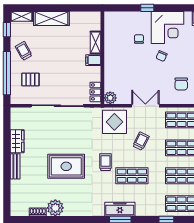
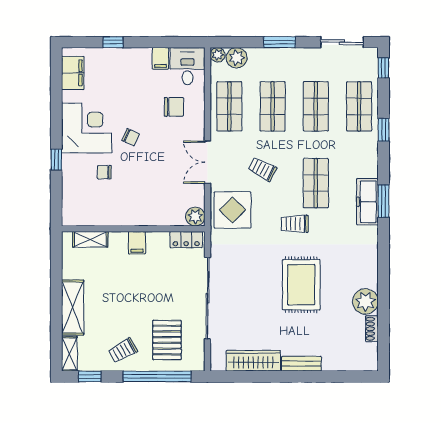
shelving: (96, 42) -> (90, 239), moved
pallet: (30, 79) -> (167, 340), width x1.50, depth x1.42
wardrobe: (17, 141) -> (253, 361), width x1.50

